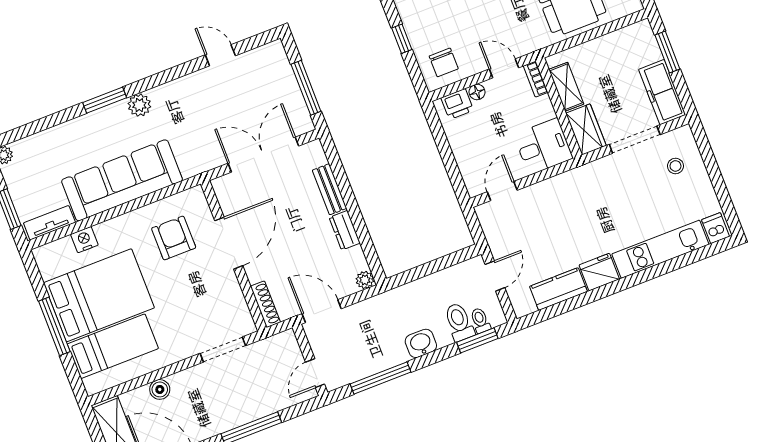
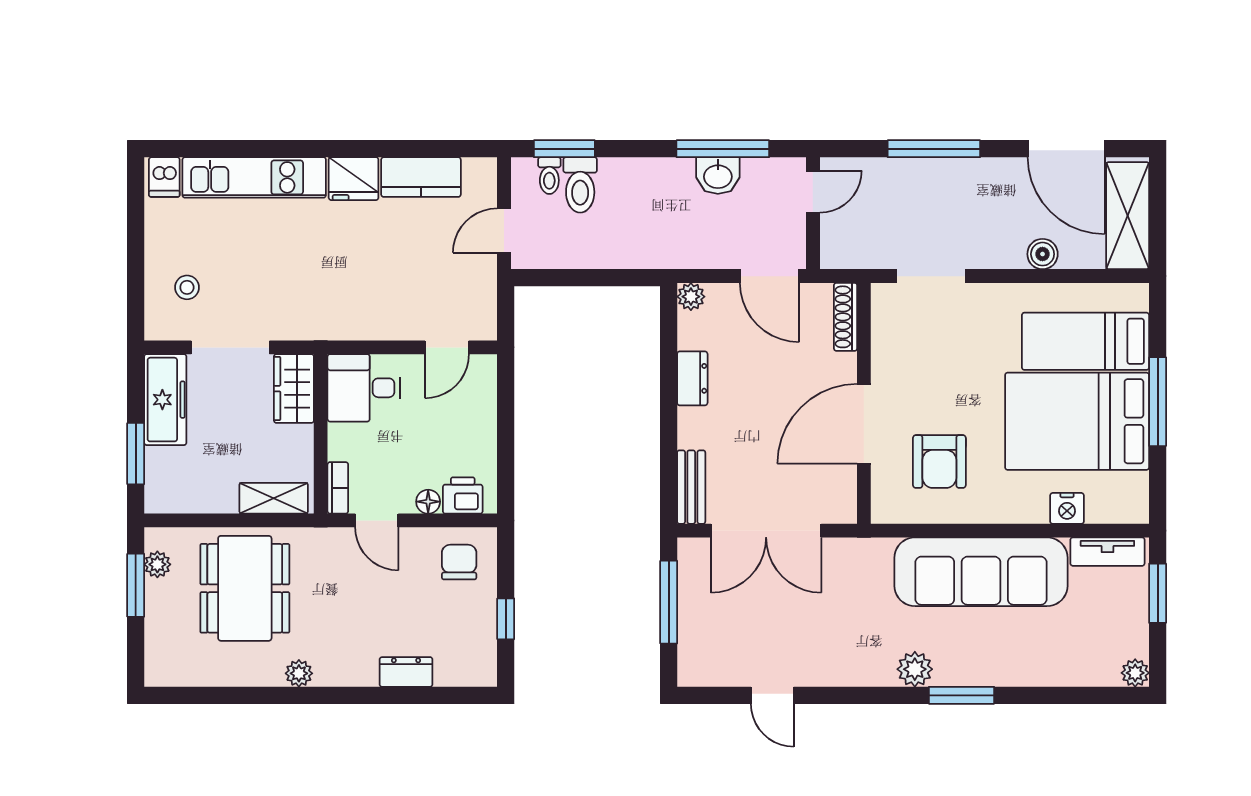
shelving: (566, 87) -> (274, 498), moved, turned 90
bench: (329, 189) -> (691, 487), moved
washbasin: (421, 343) -> (718, 176), moved

